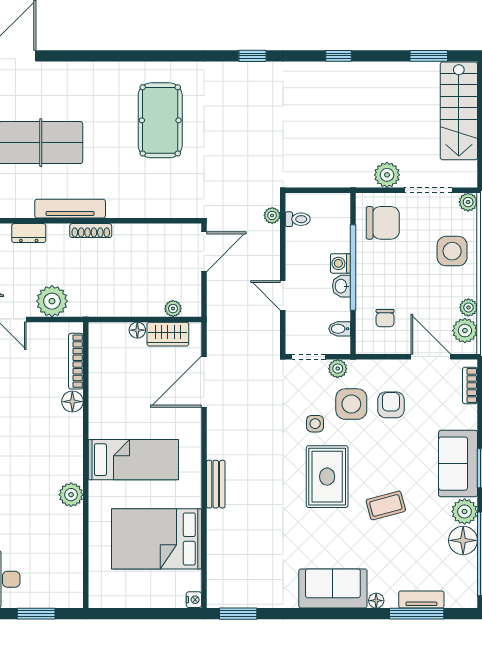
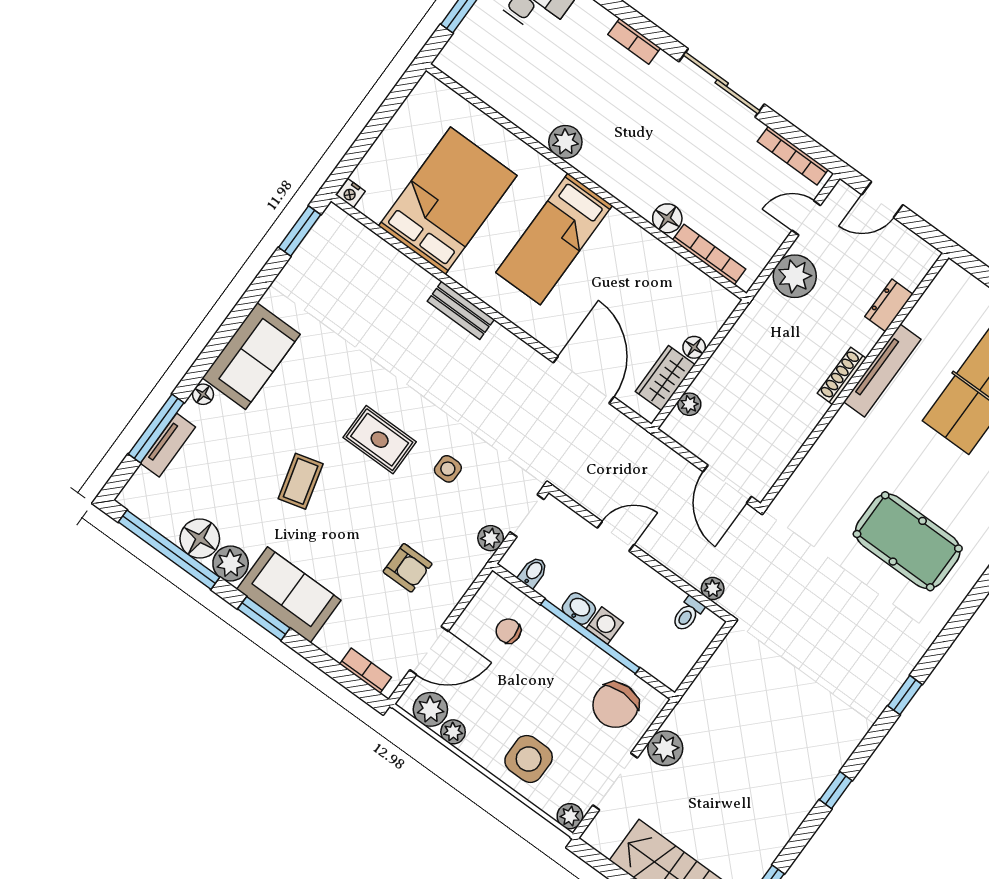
side table: (351, 404) -> (440, 525), removed
rug: (327, 477) -> (380, 440), width x0.73, depth x0.70

